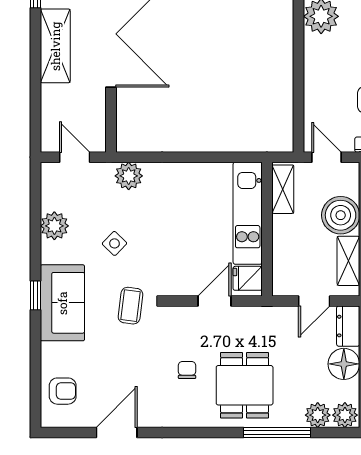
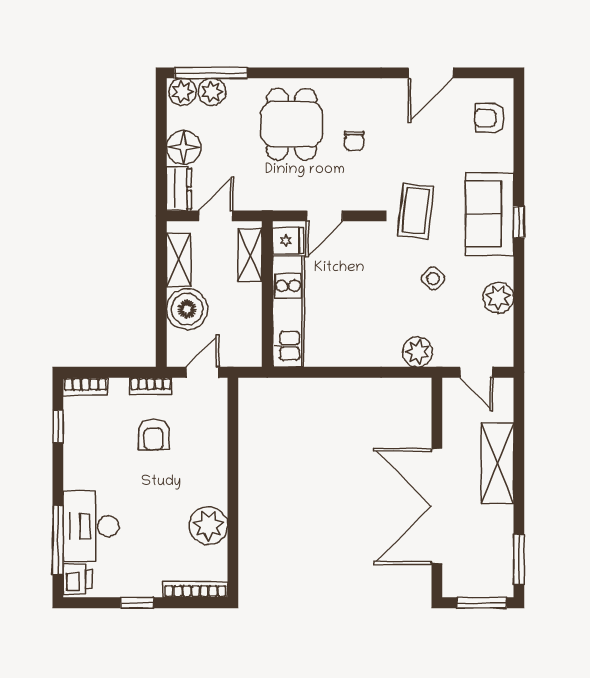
shelving: (55, 46) -> (498, 463), moved
door: (327, 157) -> (202, 372), swing flipped
shelving: (283, 189) -> (250, 255), moved
coffee table: (130, 306) -> (416, 211), width x1.36, depth x1.30
window: (277, 432) -> (211, 73), moved

